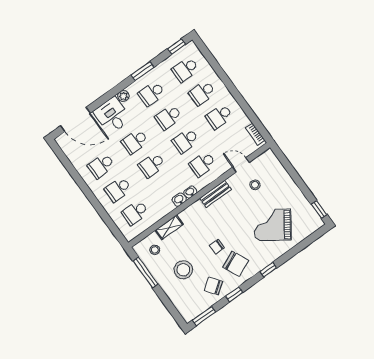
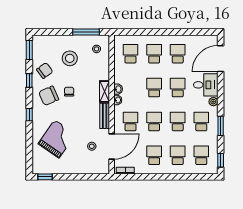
door: (241, 165) -> (112, 147), width x1.87
shelving: (169, 227) -> (105, 92), moved

